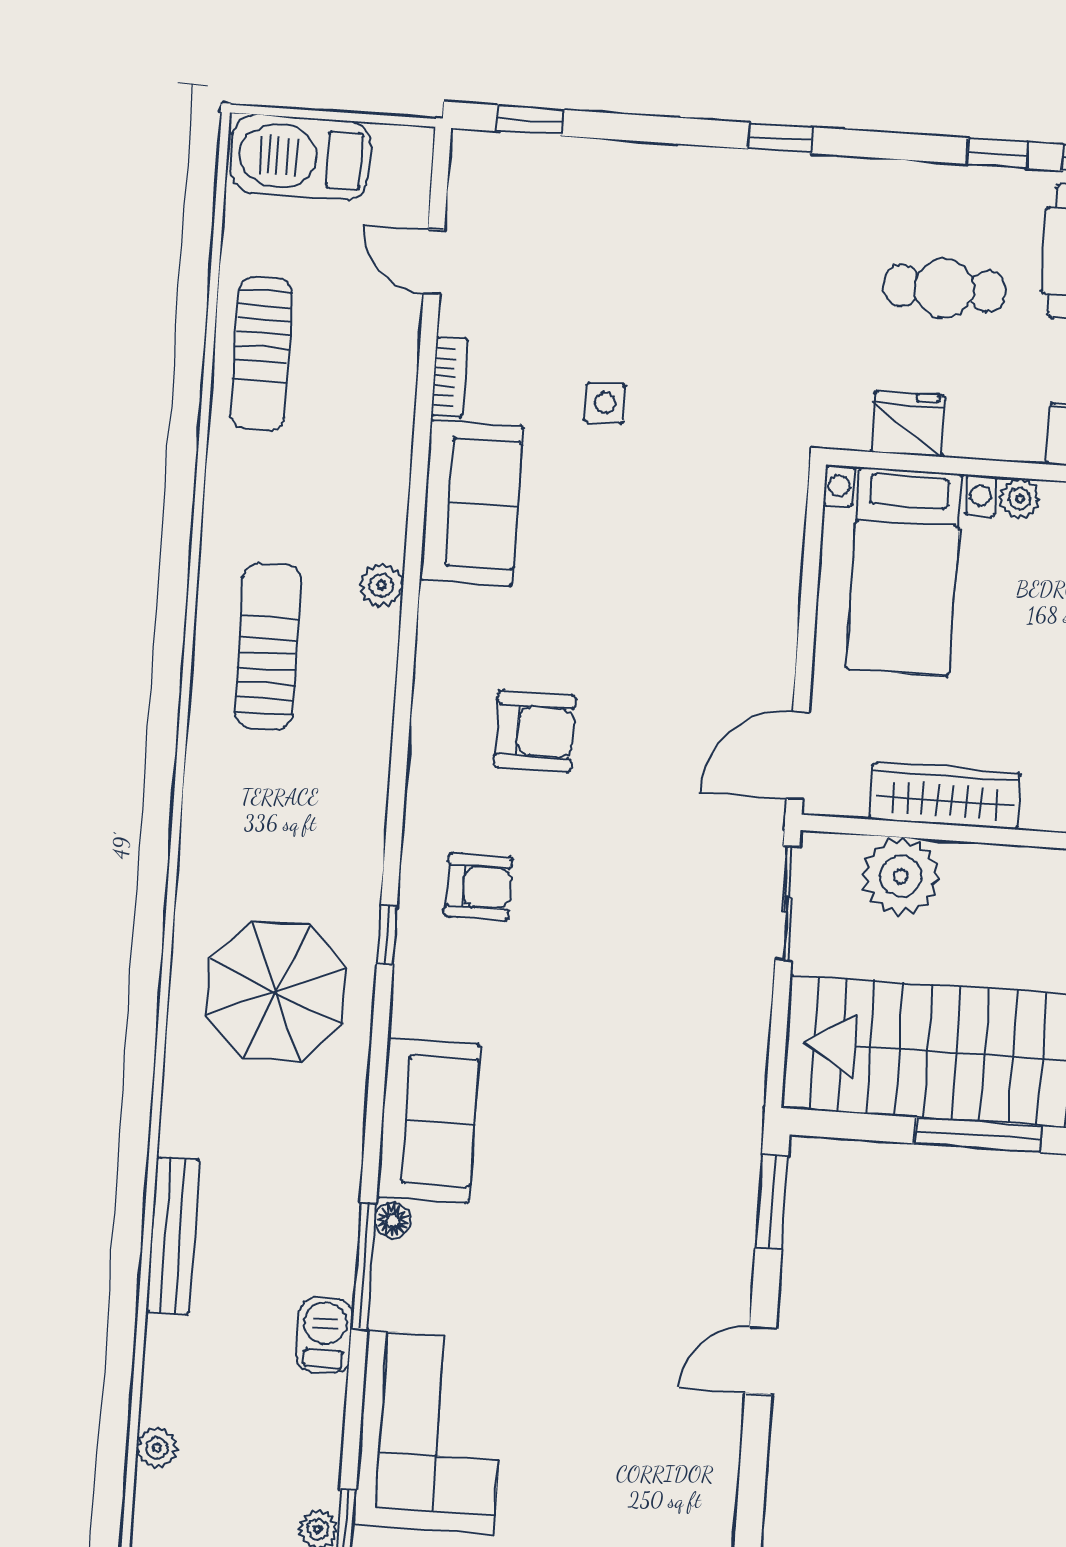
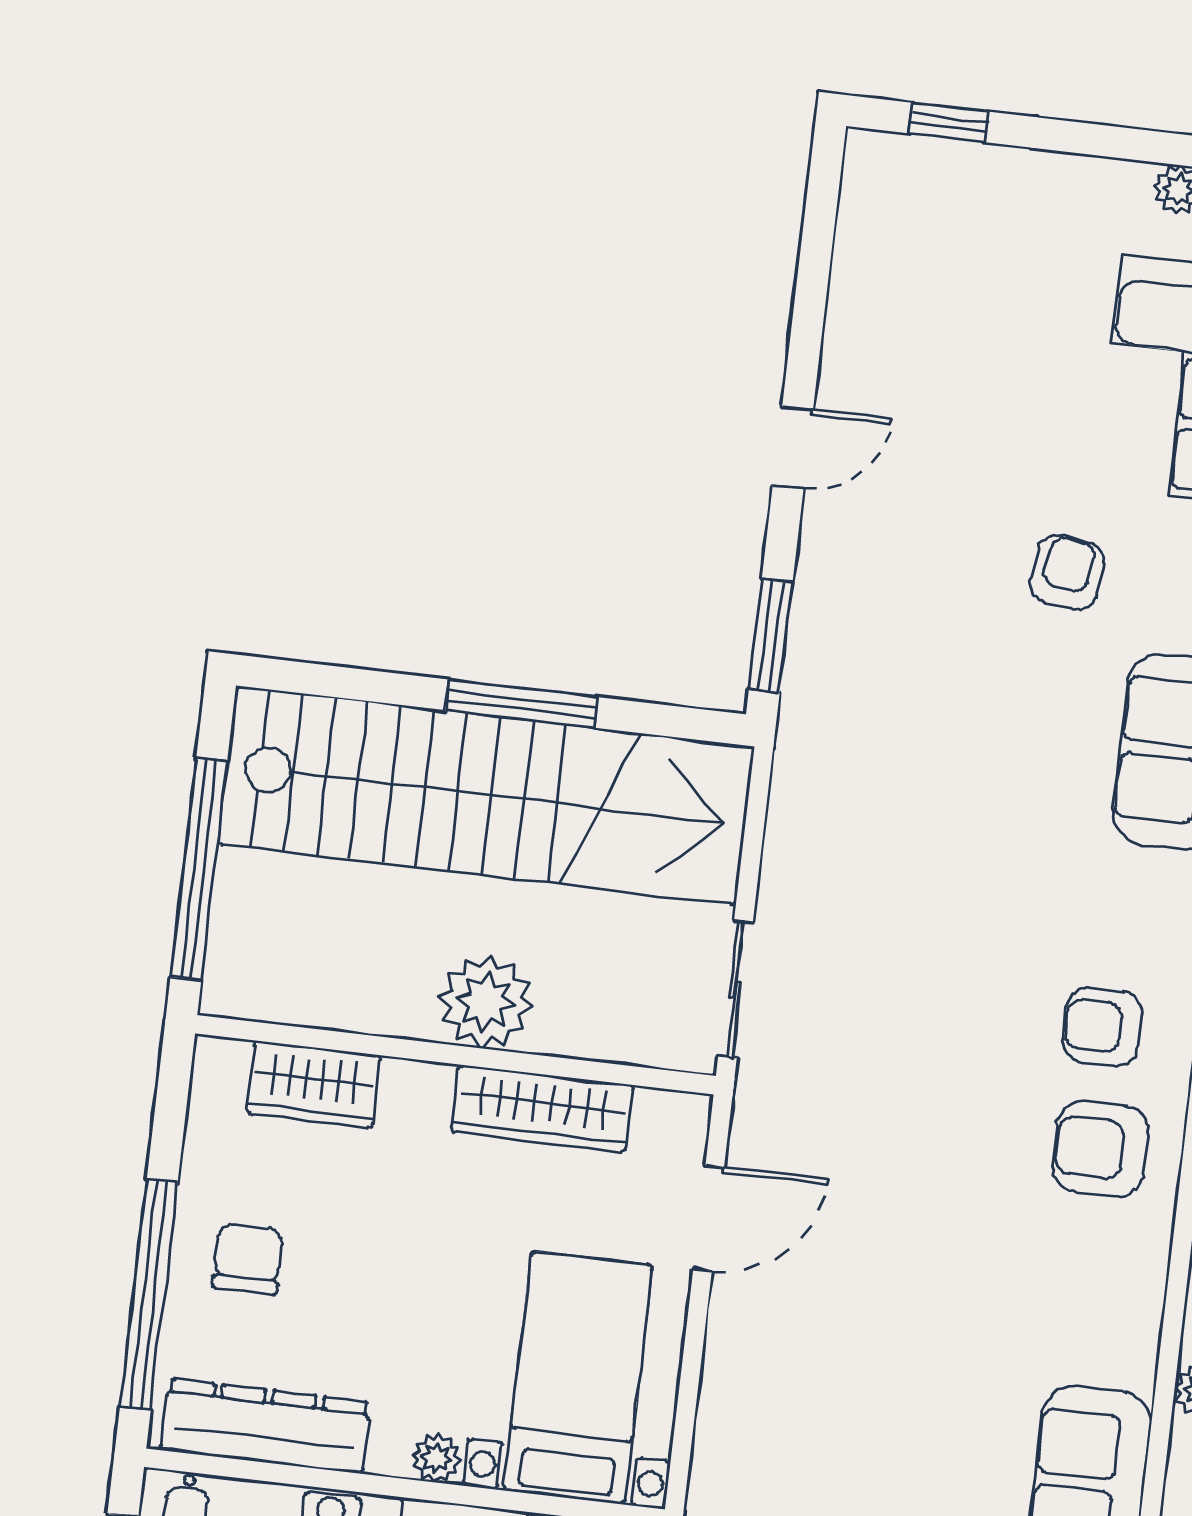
armchair: (535, 731) -> (1101, 1149), moved
door: (798, 756) -> (709, 1218), moved
plant: (901, 876) -> (486, 1002), moved
armchair: (526, 1266) -> (1067, 572), added

